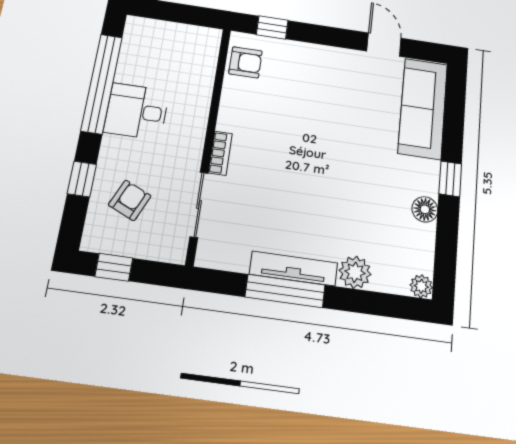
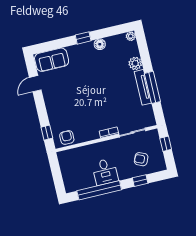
sofa: (423, 108) -> (52, 60), width x0.73
window: (114, 267) -> (166, 144), moved

